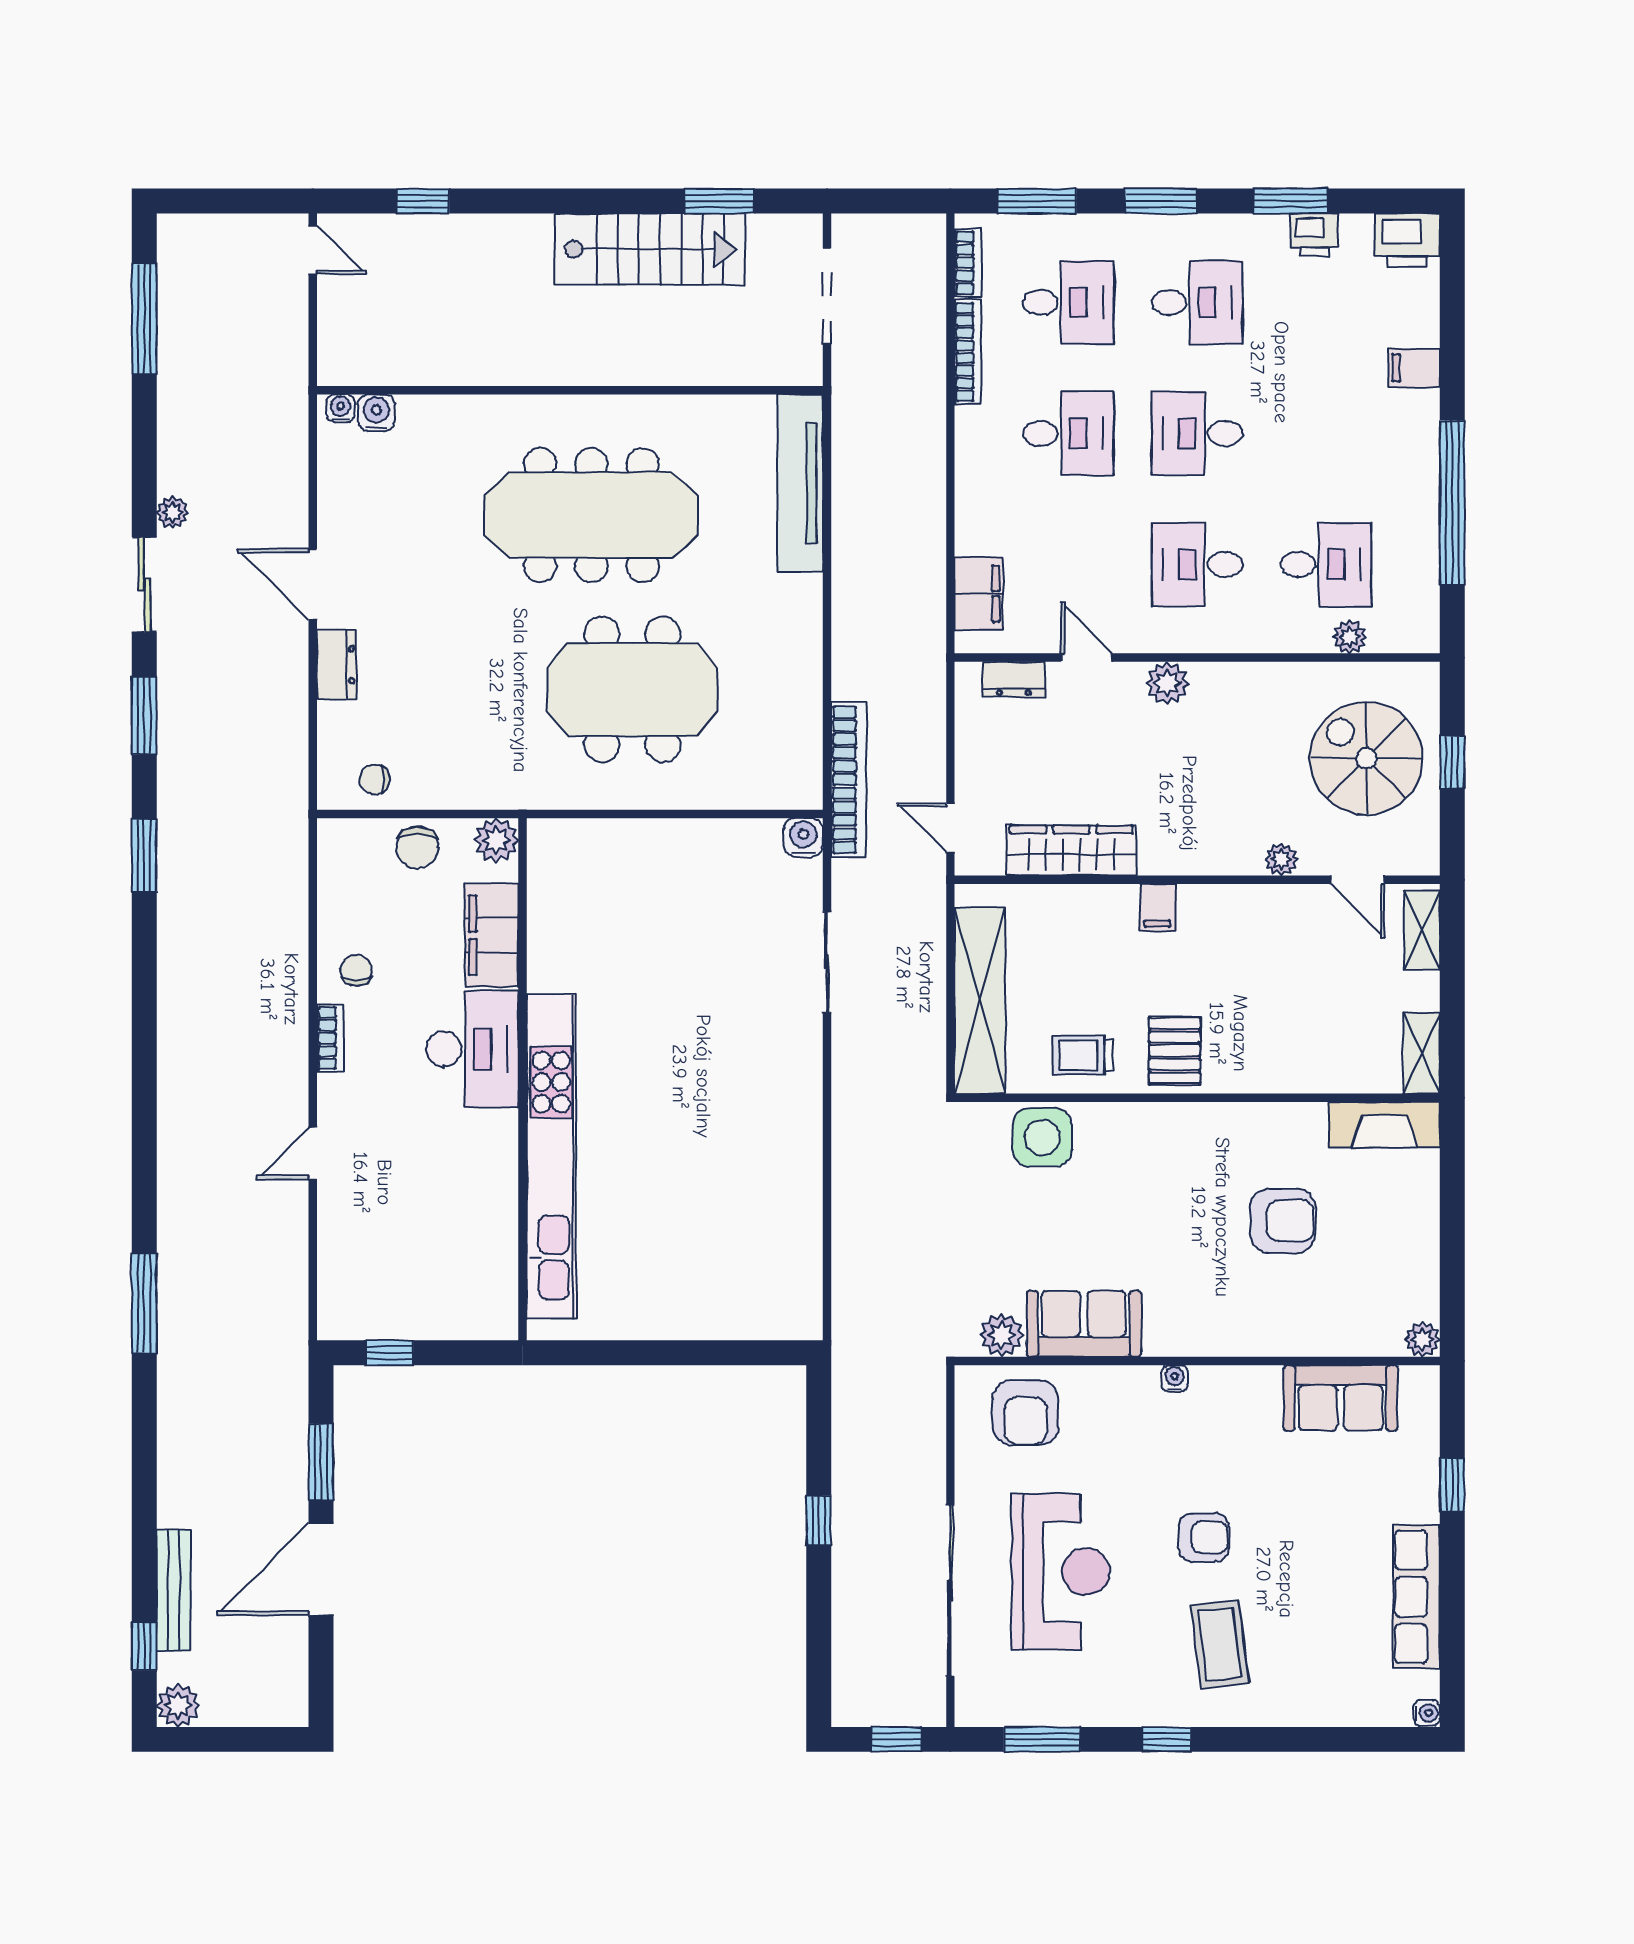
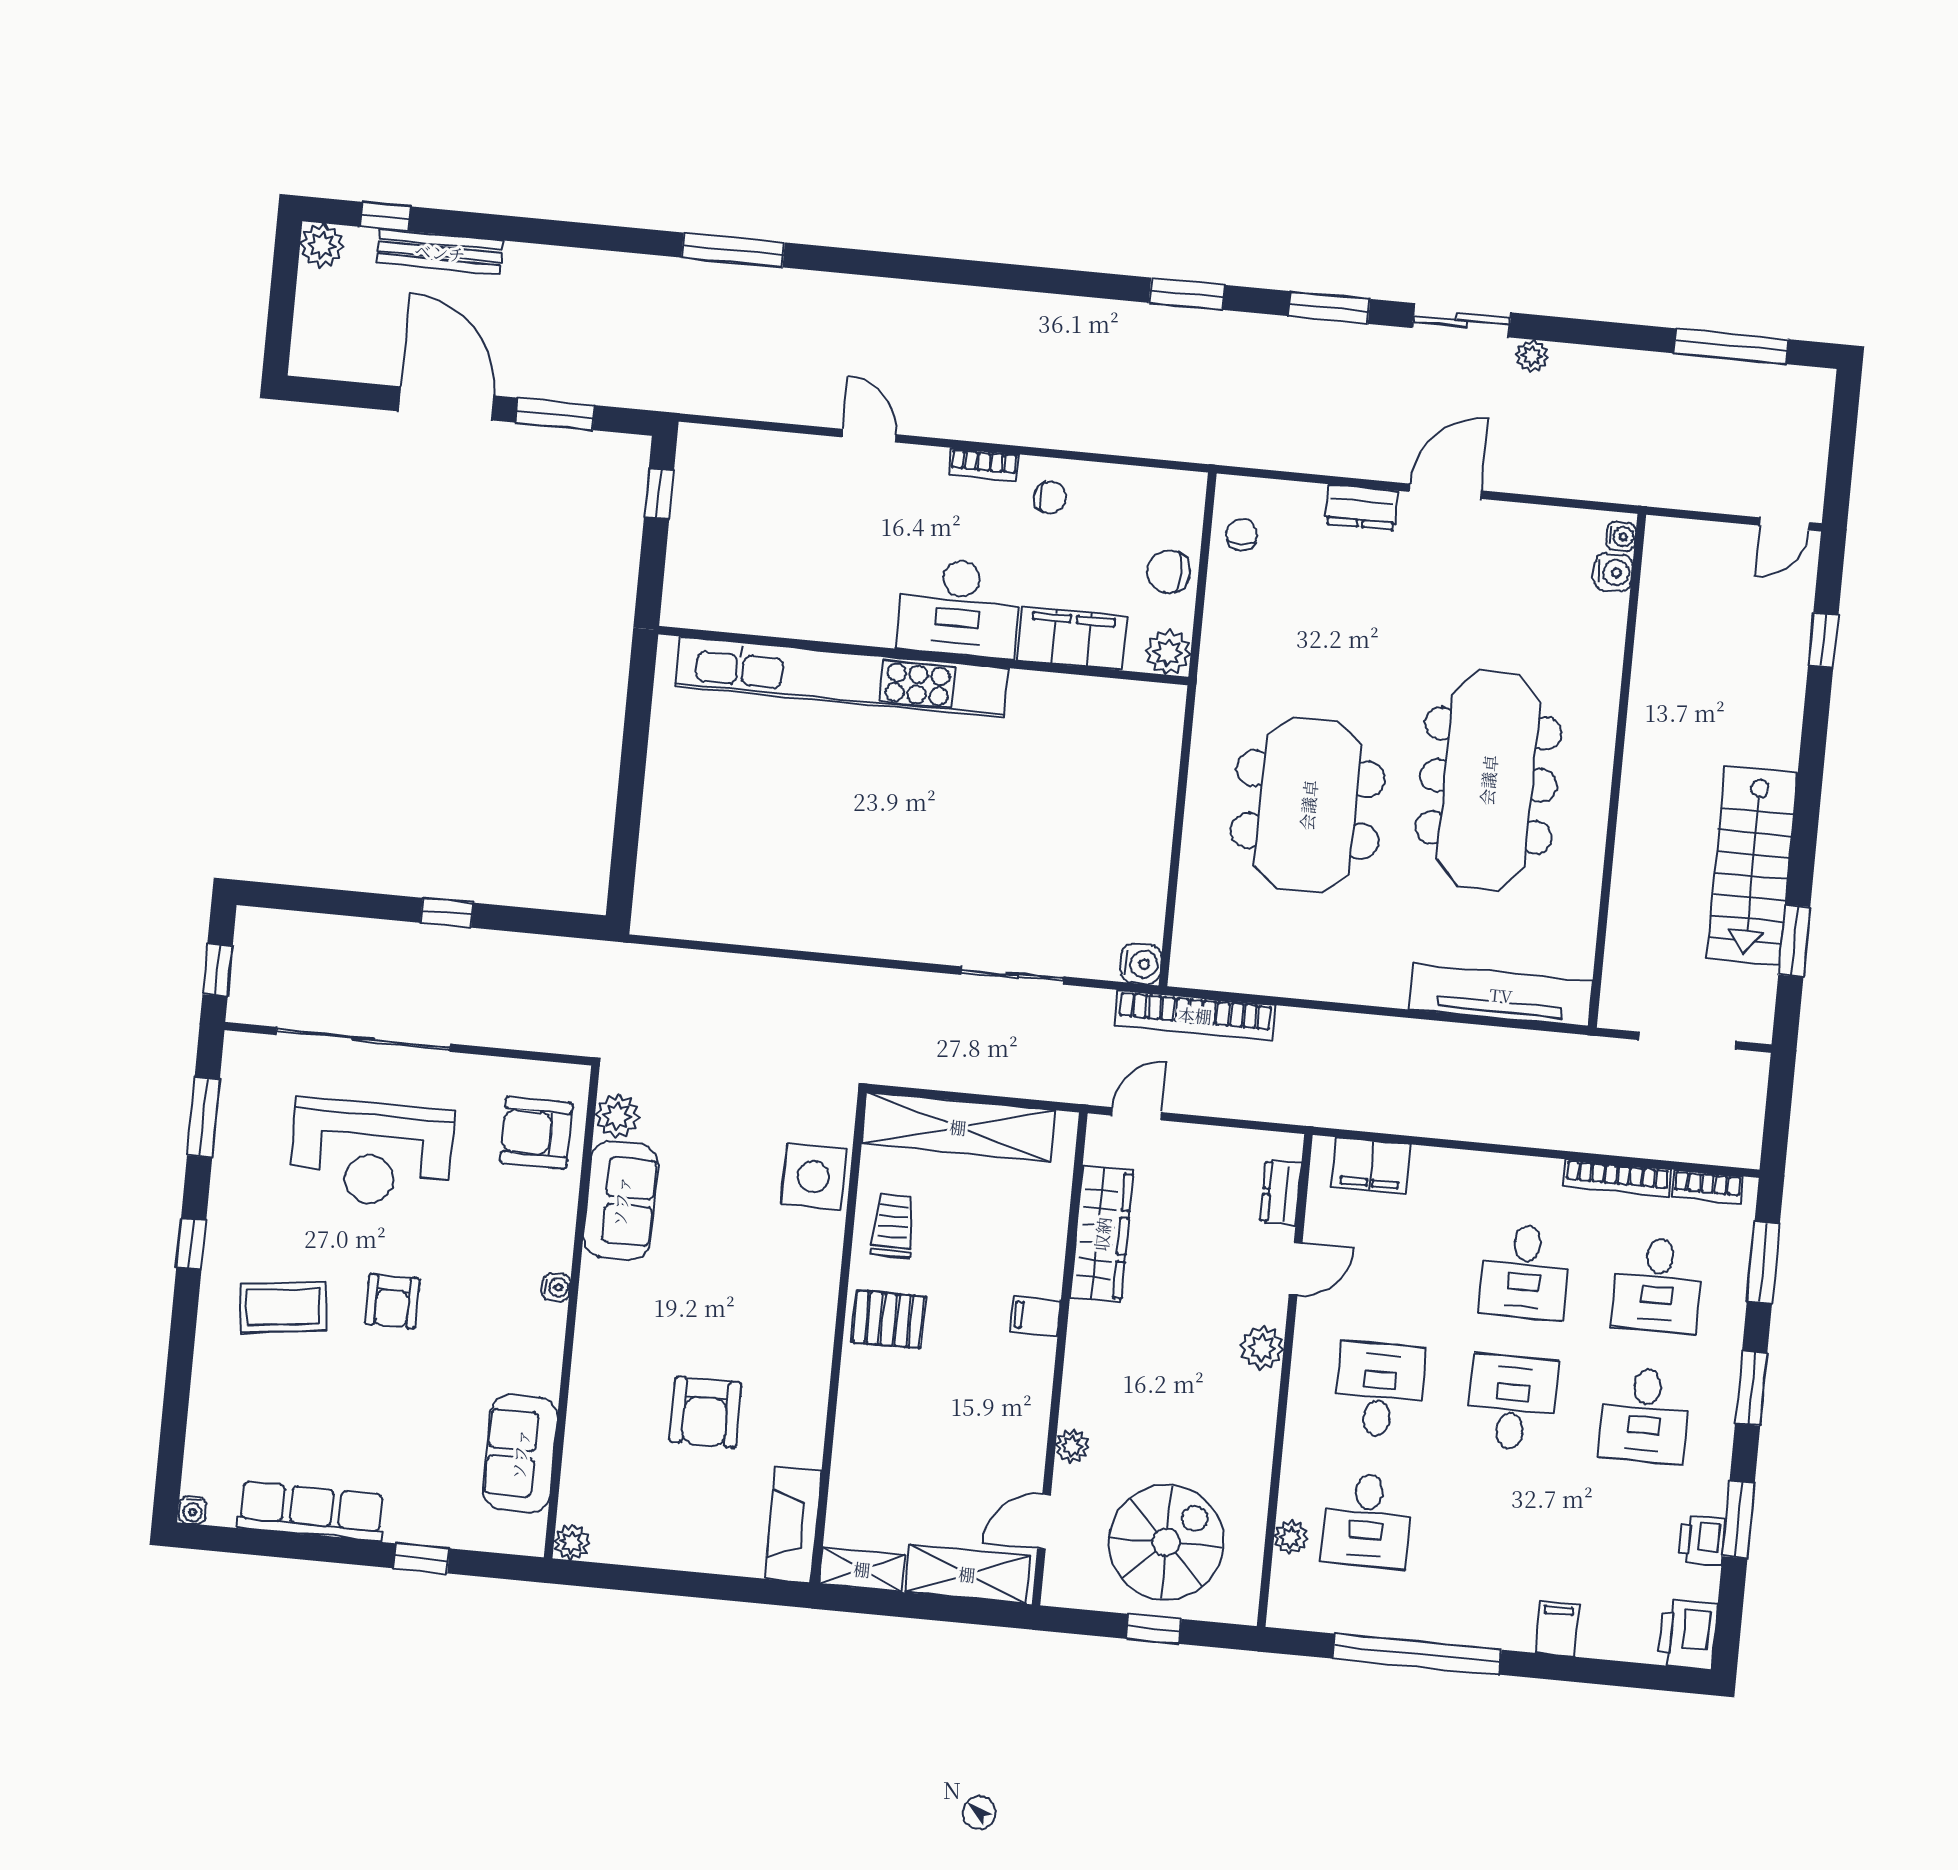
shelving: (1422, 930) -> (967, 1574), width x1.50, depth x1.33

